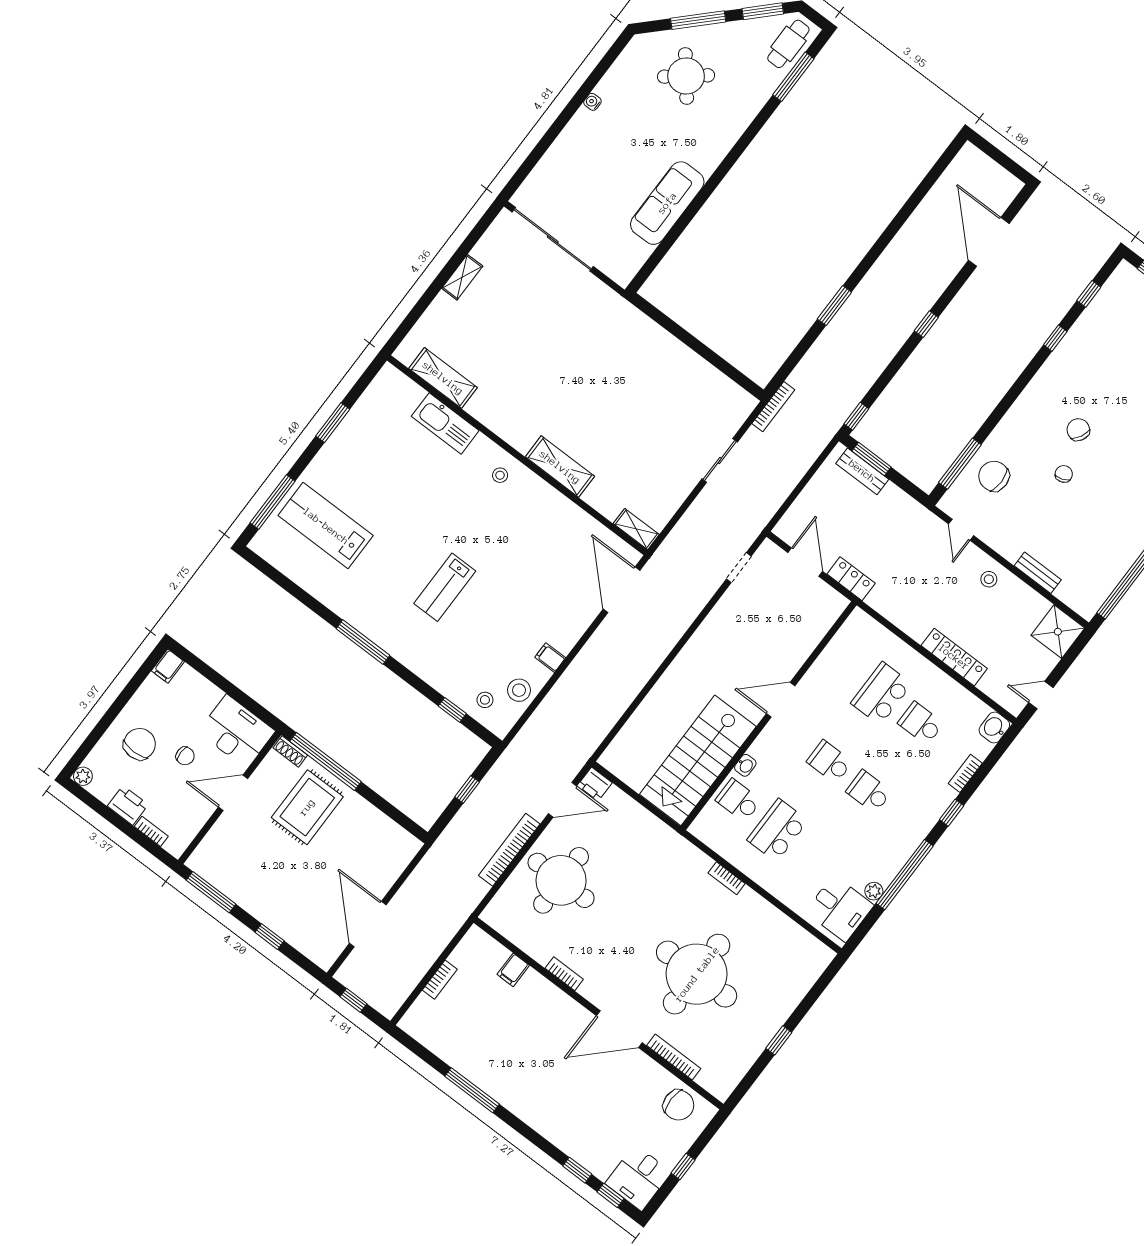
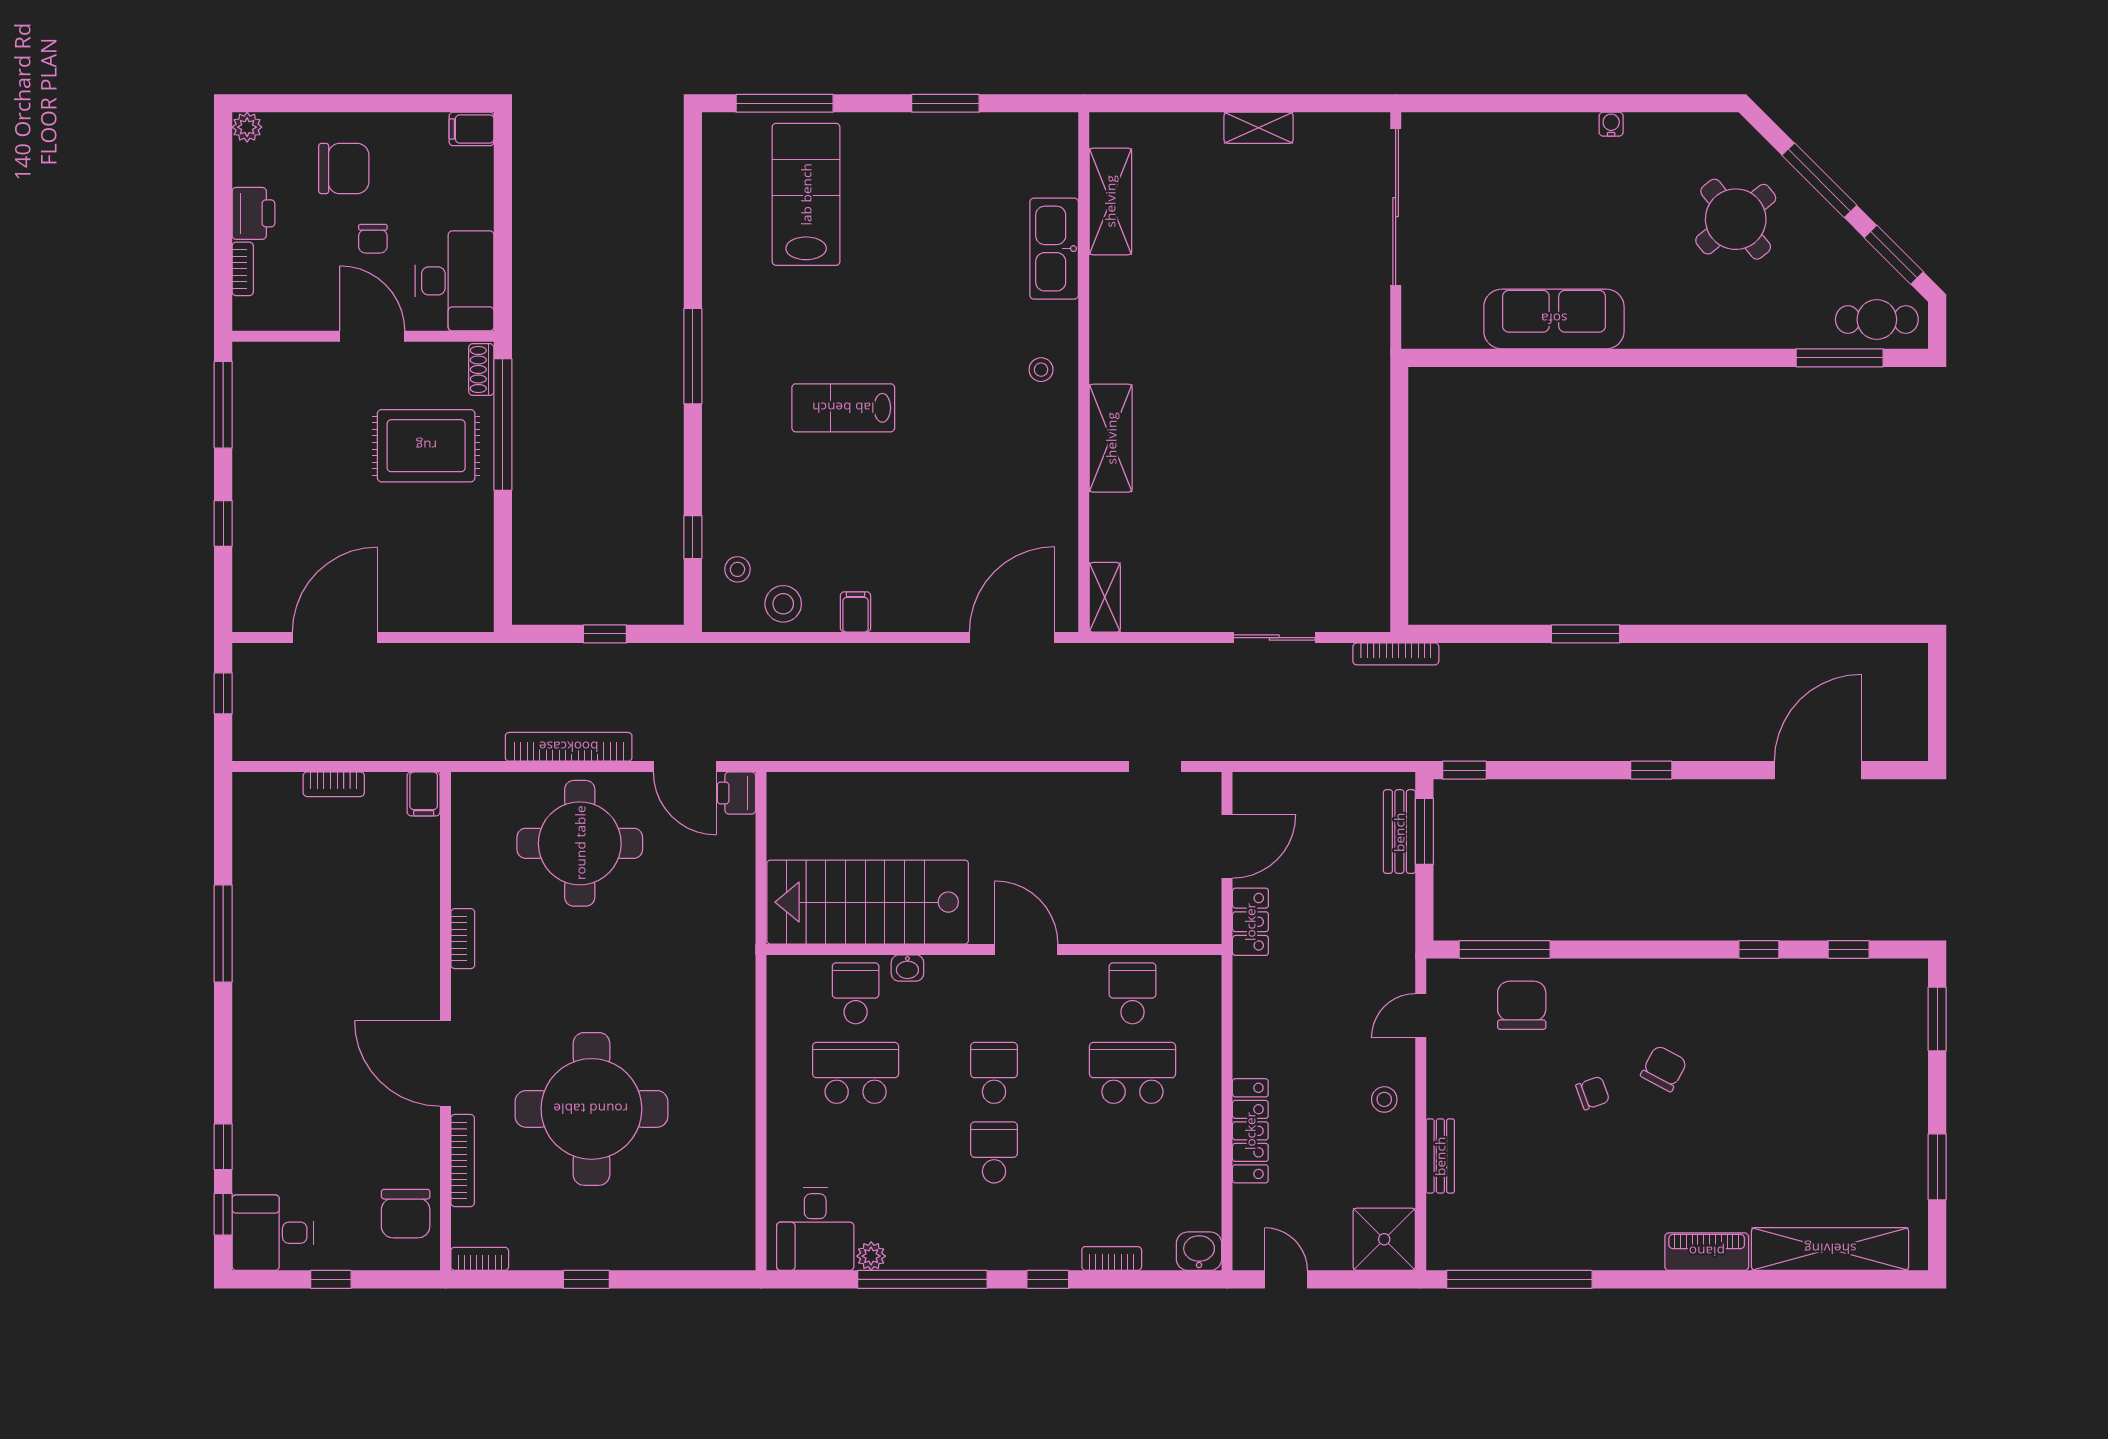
school desk: (921, 723) -> (1132, 993), moved
bookcase: (727, 878) -> (480, 1259), moved, turned 90
filing cabinet: (513, 970) -> (424, 794), moved, turned -90

